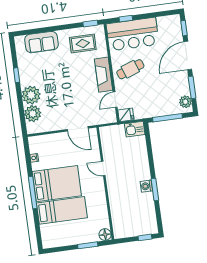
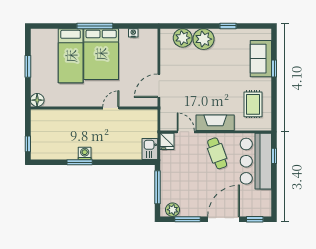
window: (90, 24) -> (274, 68), moved
door: (188, 56) -> (224, 219), hinge flipped
window: (88, 245) -> (28, 66), moved

